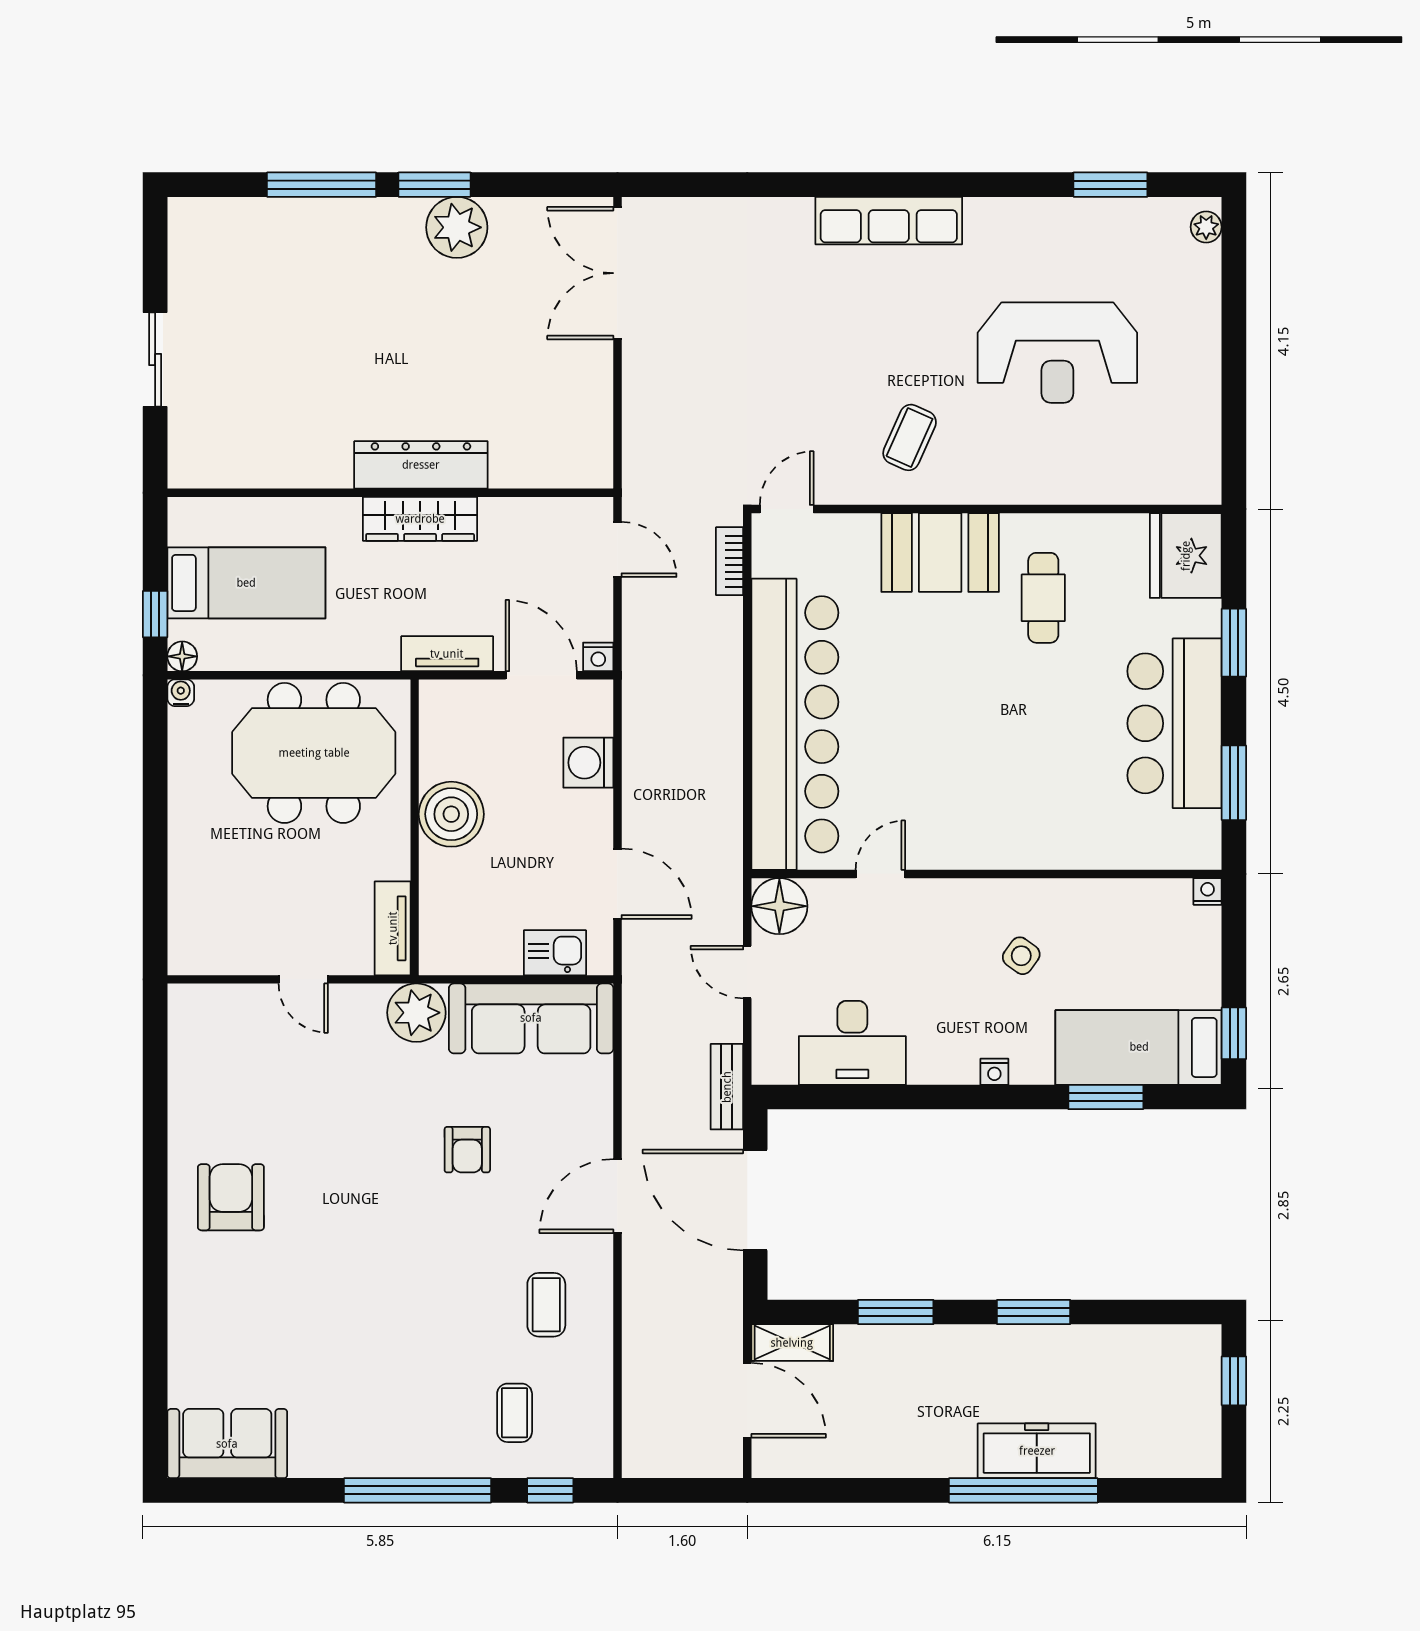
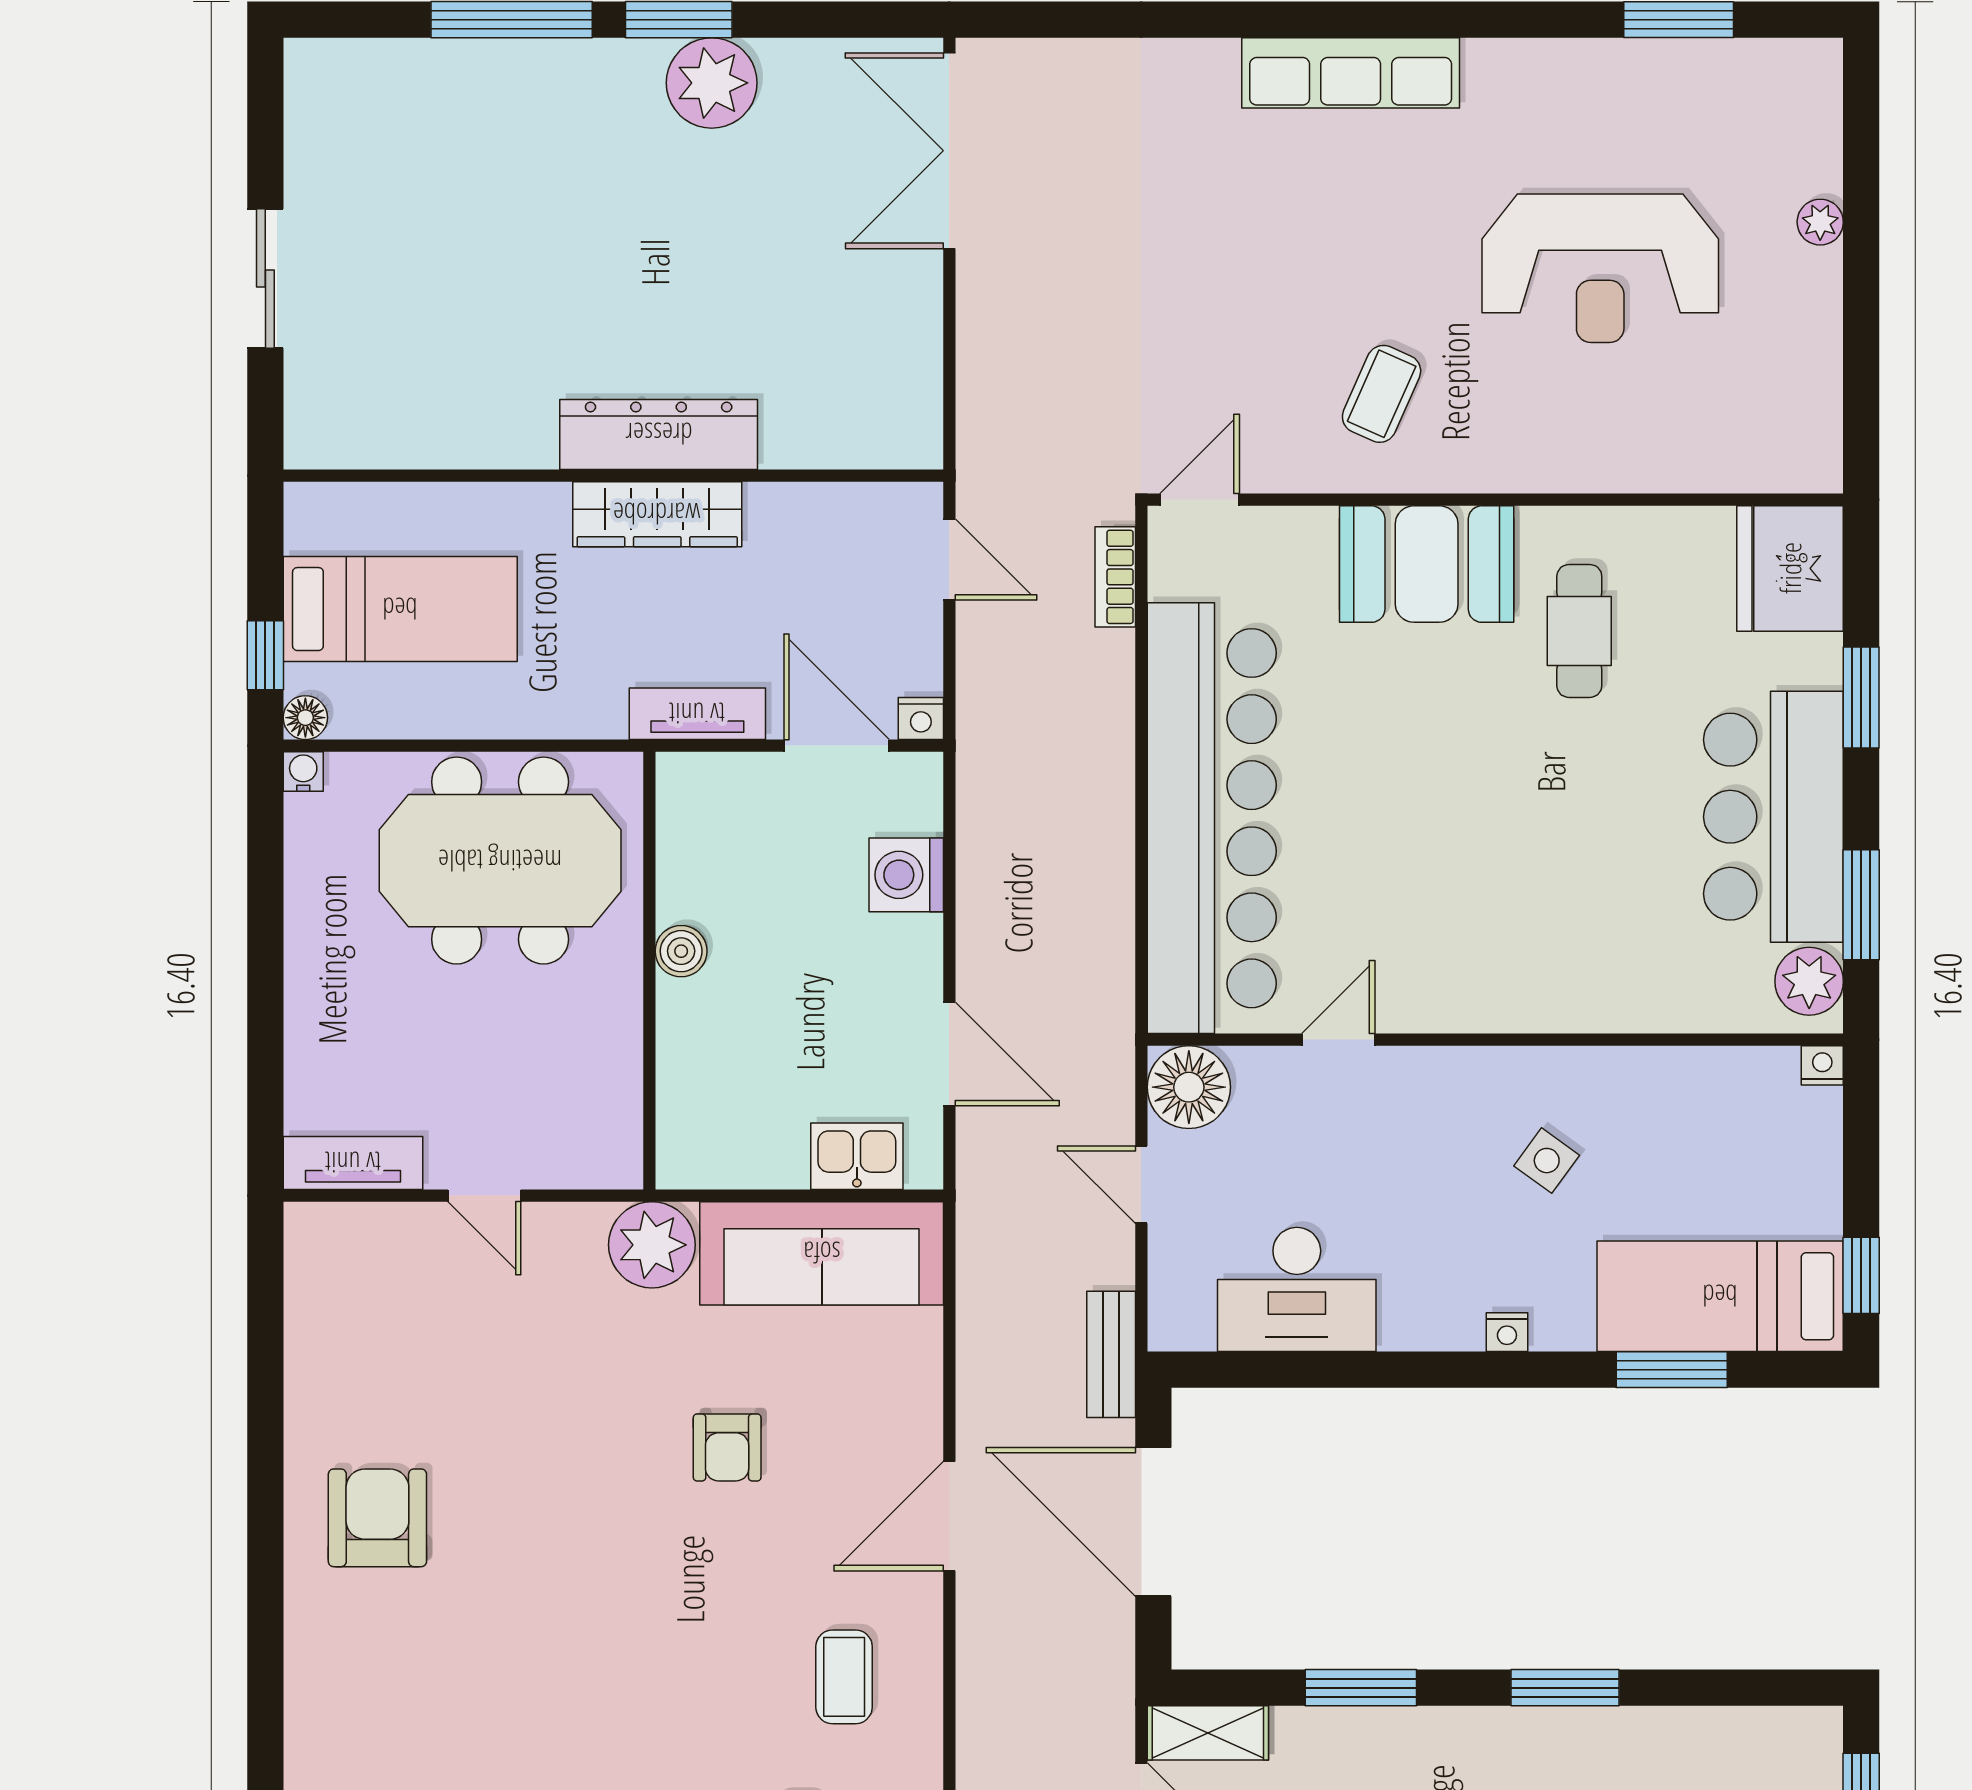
plant: (1206, 227) -> (1820, 222), moved
boiler: (451, 814) -> (681, 951), width x0.54, depth x0.54
plant: (1199, 835) -> (1809, 981), added
tv unit: (393, 928) -> (353, 1163), moved, turned 90

